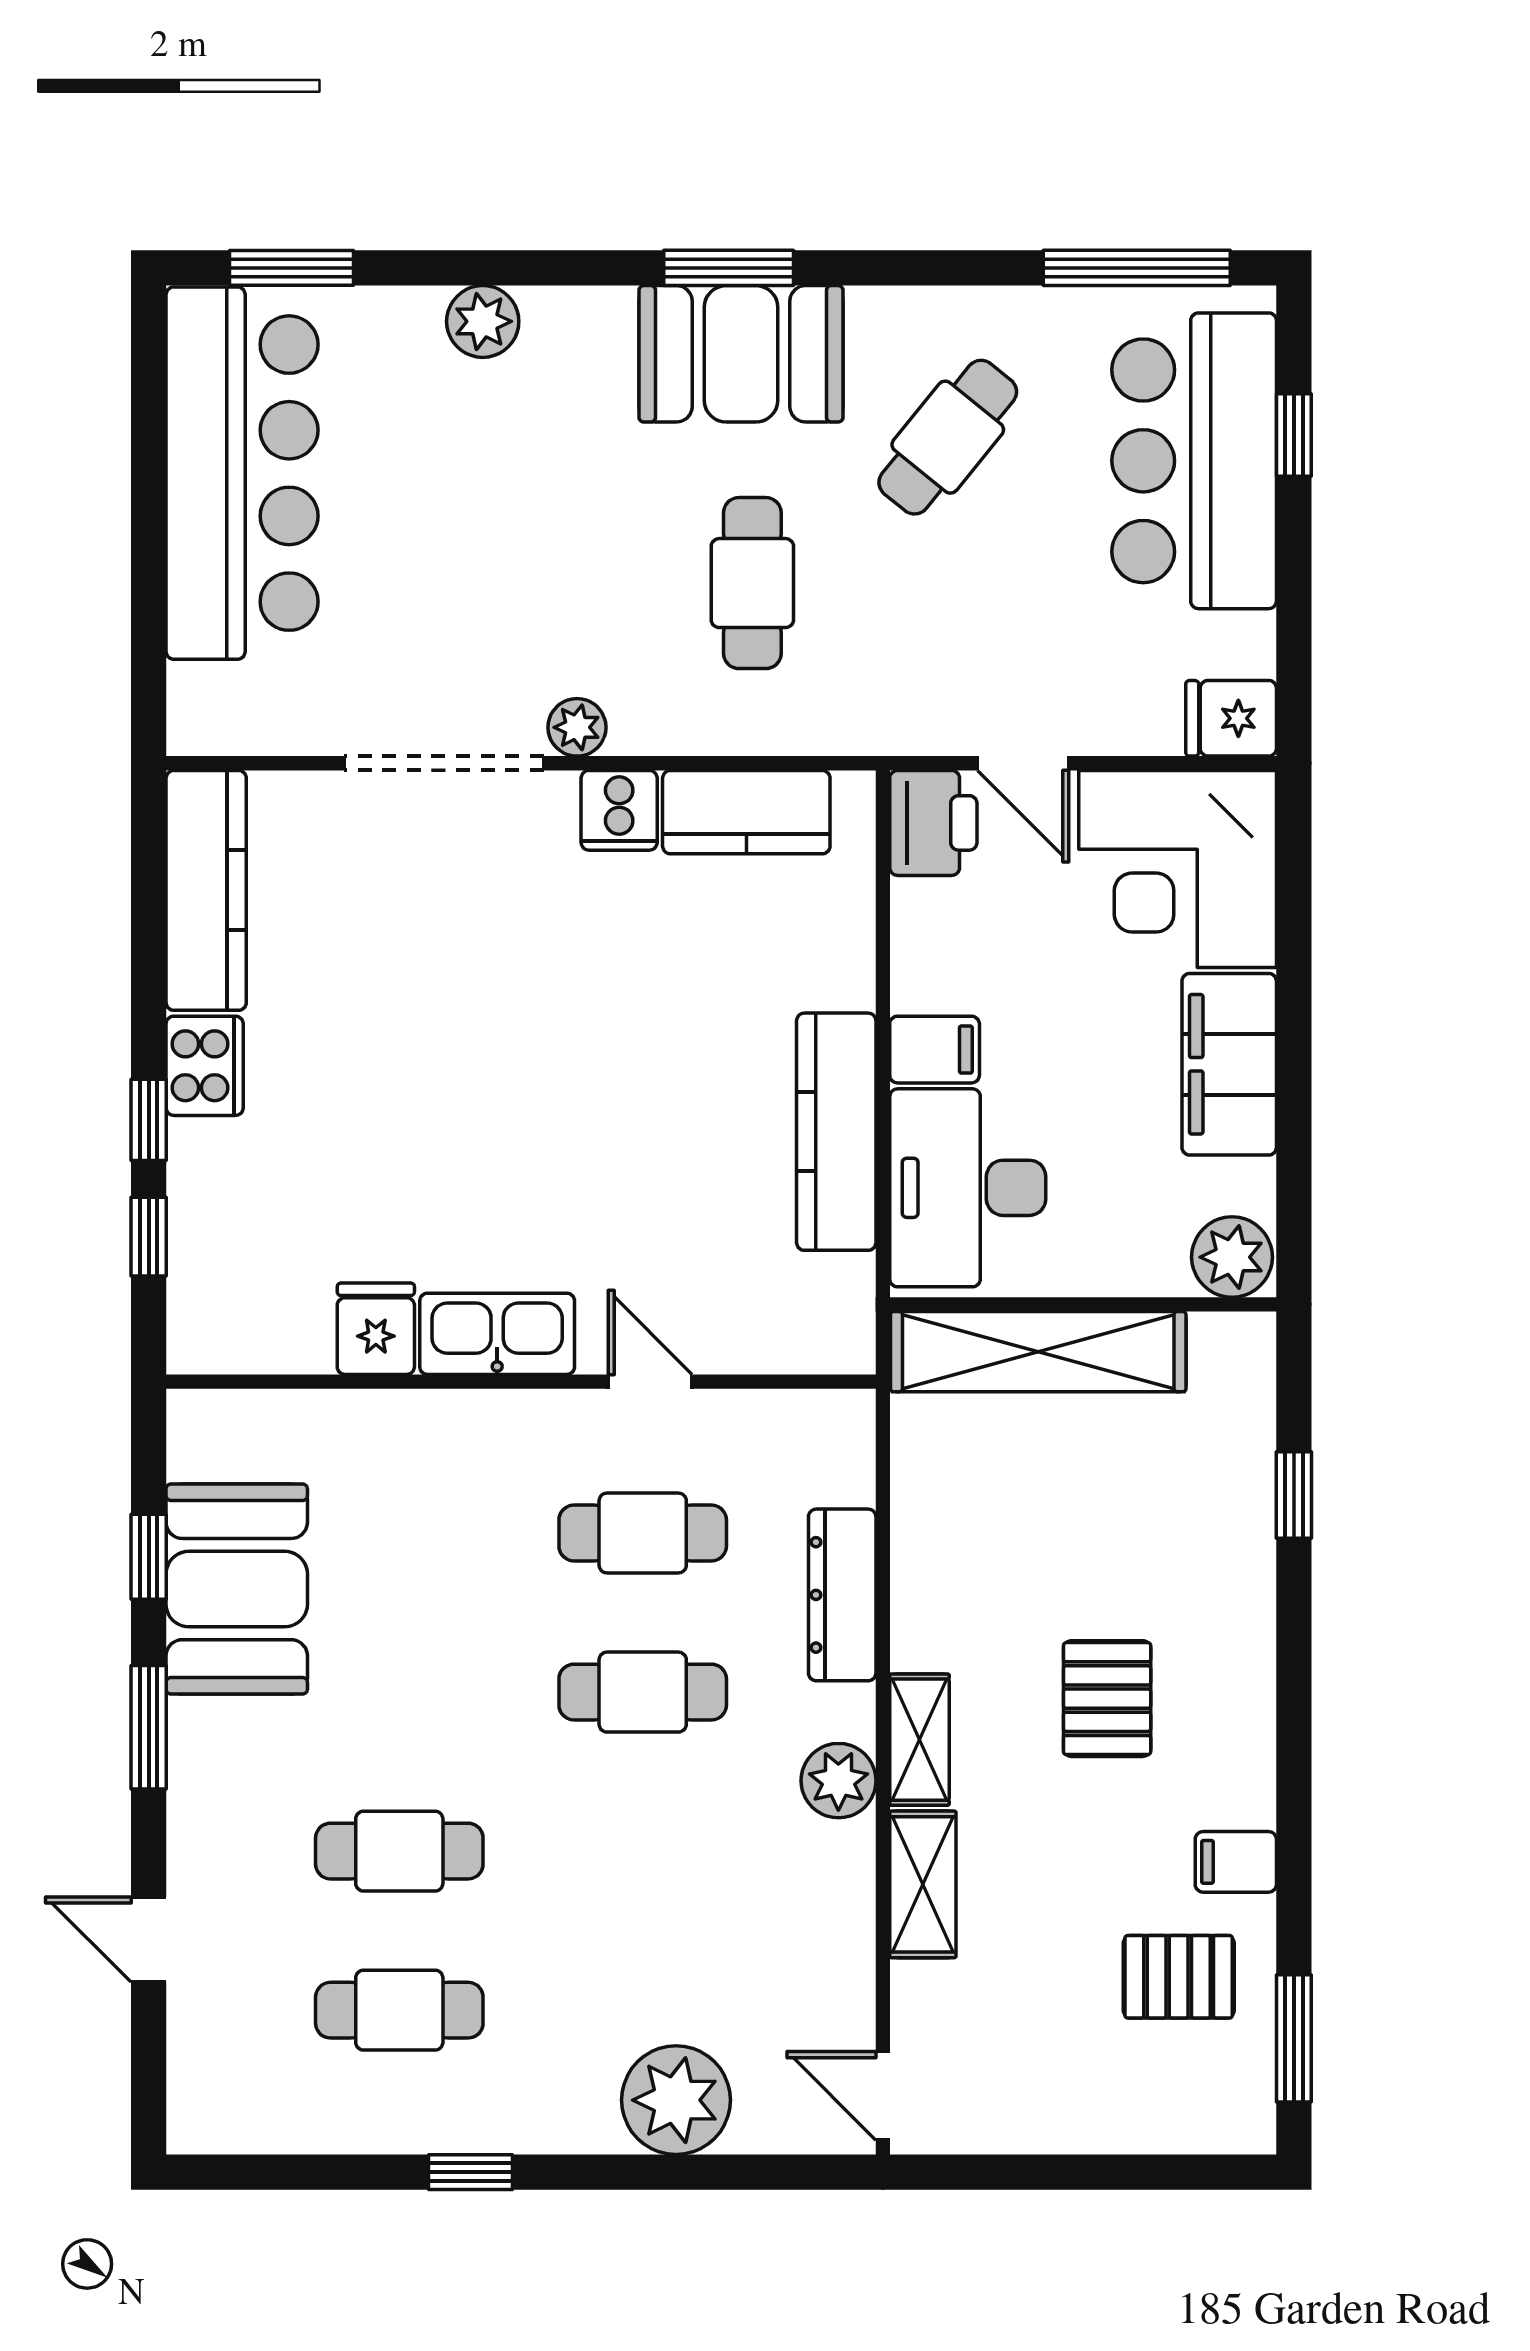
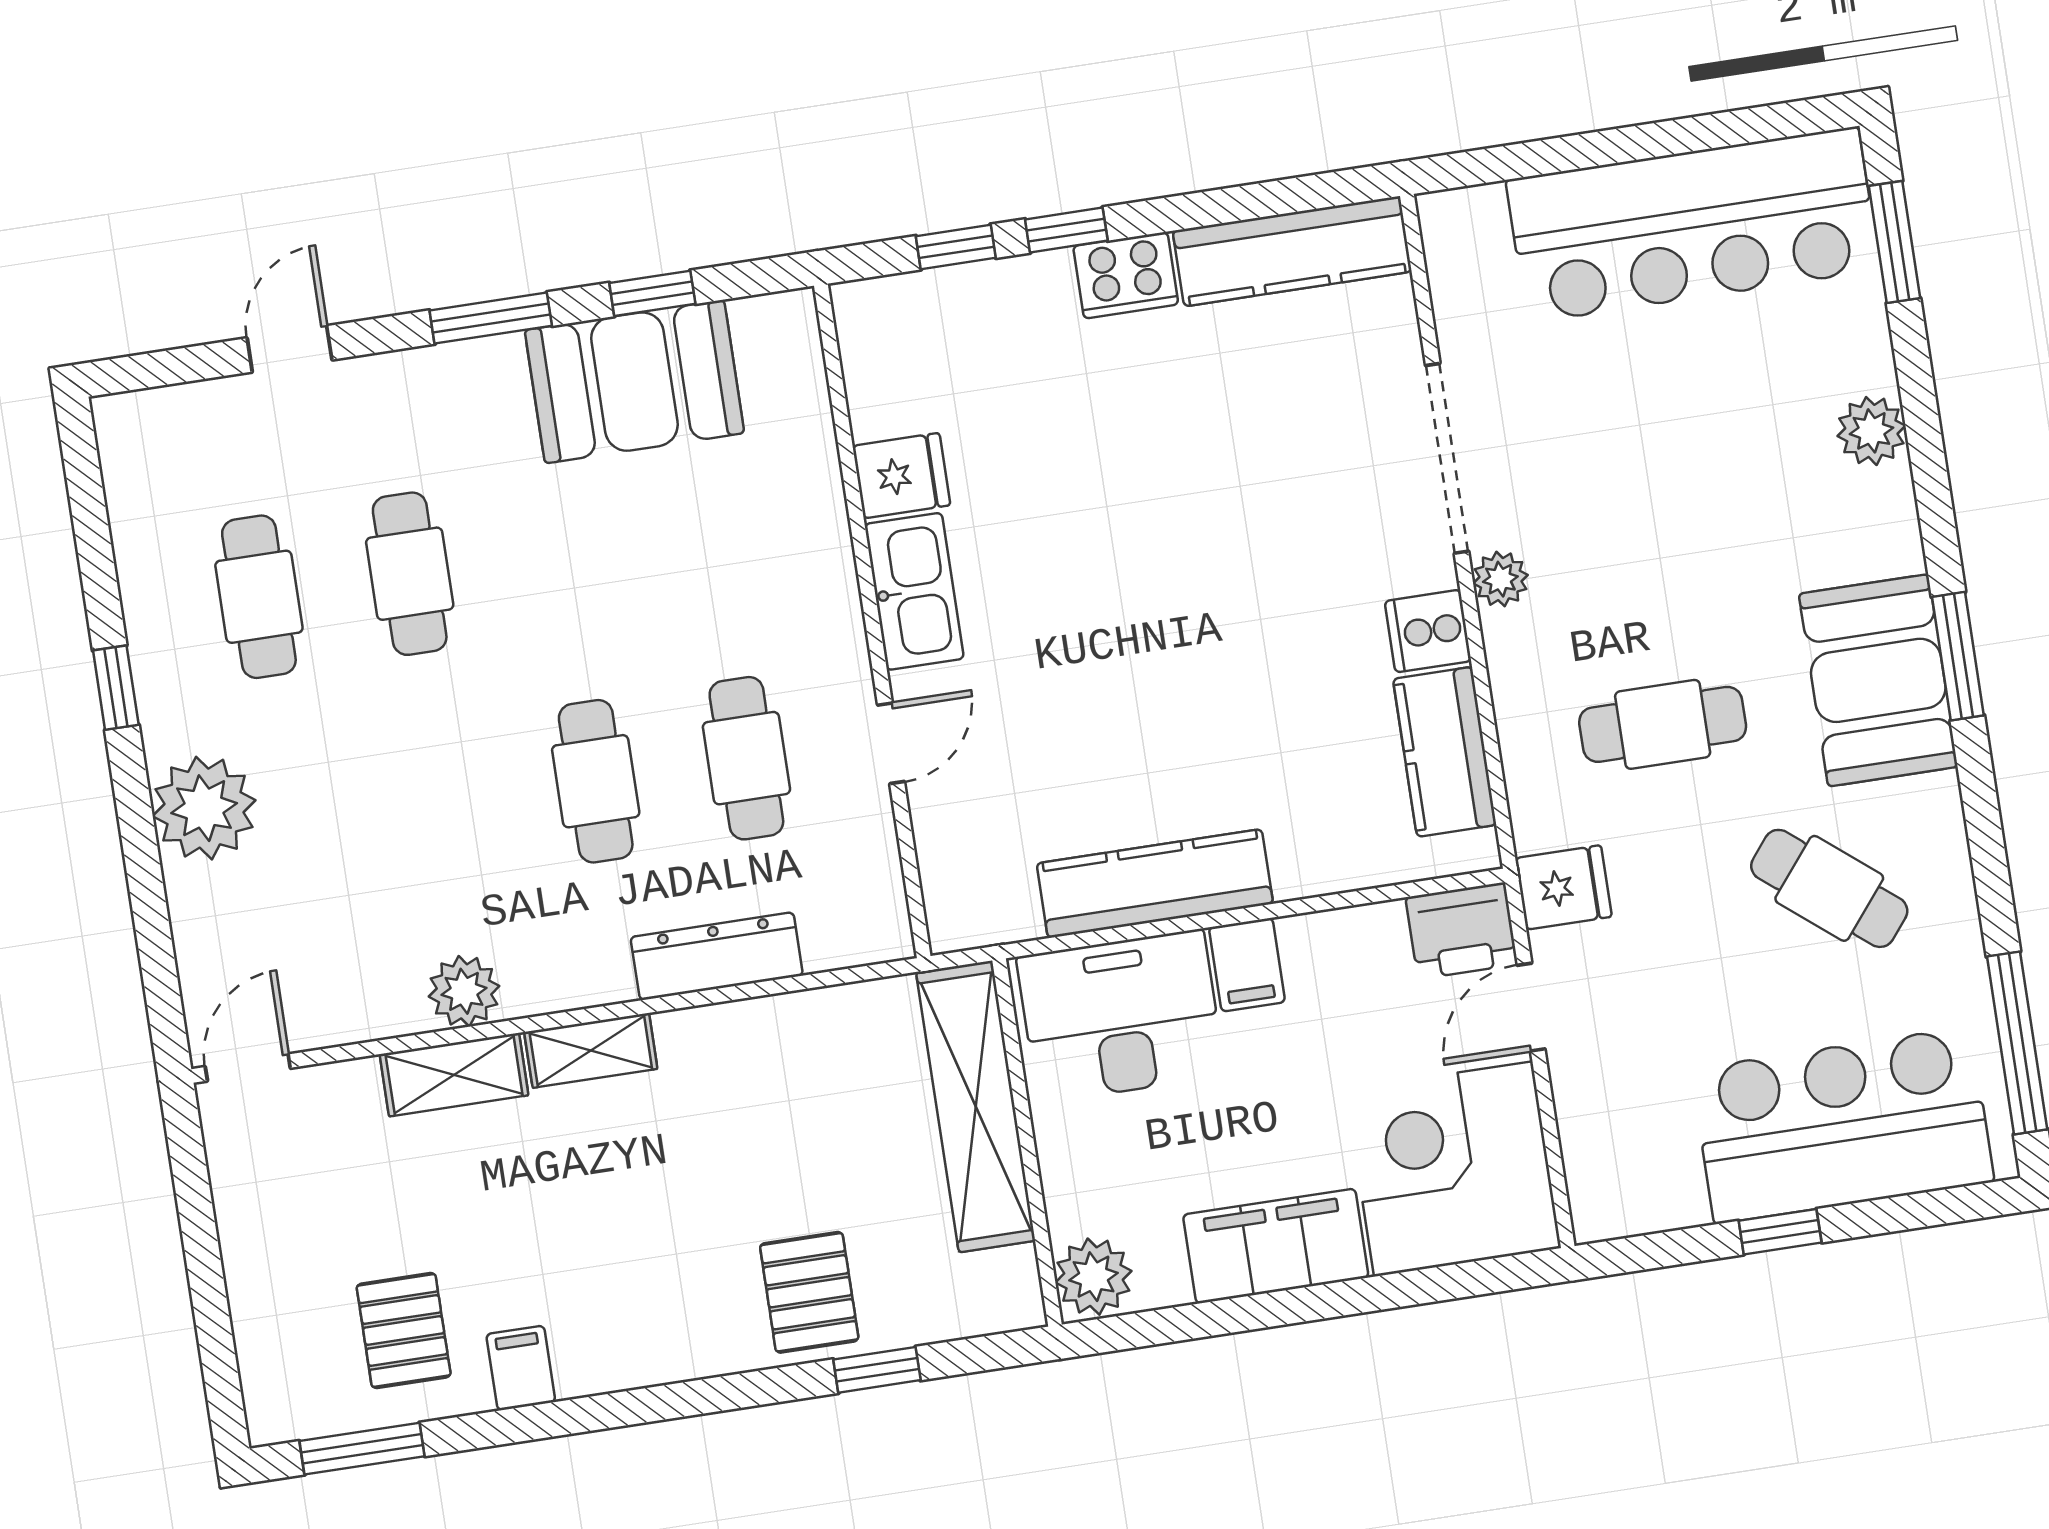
window: (1294, 435) -> (1780, 1232), moved
fridge: (1231, 718) -> (1563, 887), moved, turned 90
pallet: (1107, 1699) -> (809, 1292), moved, turned 90
plant: (838, 1781) -> (464, 991), moved
plant: (676, 2100) -> (204, 808), moved

